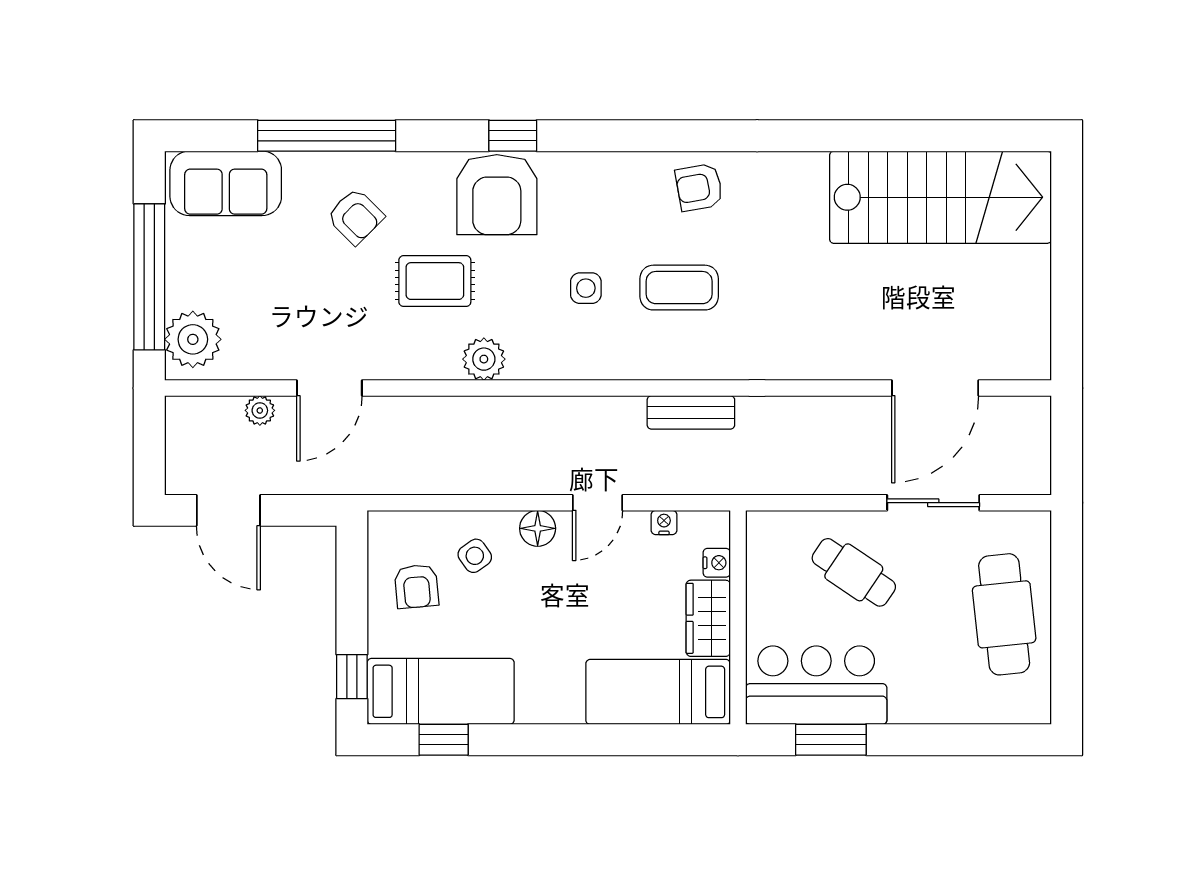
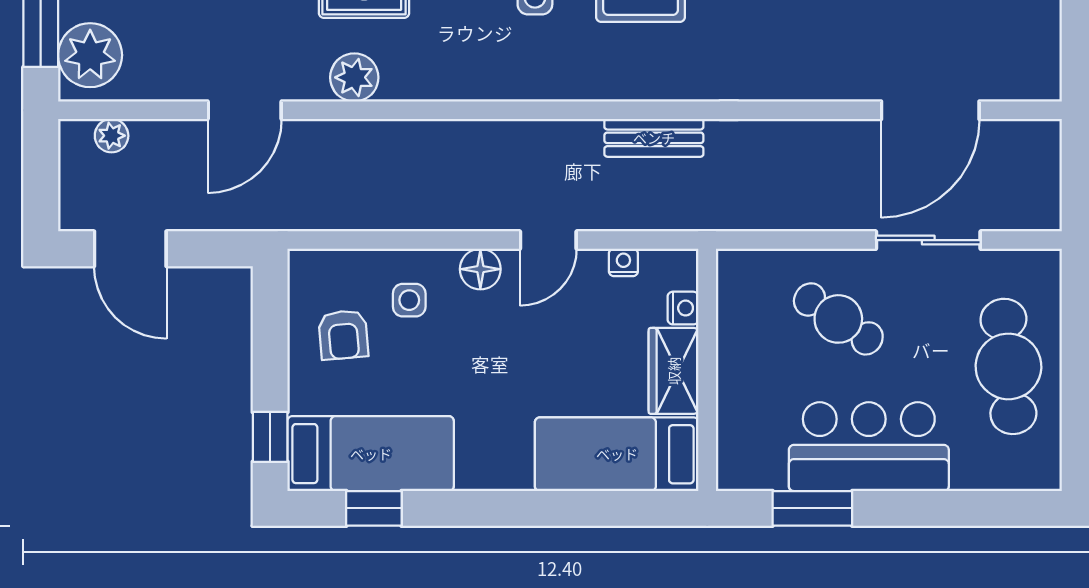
plant: (484, 359) -> (354, 77), moved
plant: (260, 410) -> (112, 136), moved
side table: (475, 556) -> (409, 300), turned 35
bar counter: (816, 685) -> (869, 447), moved

